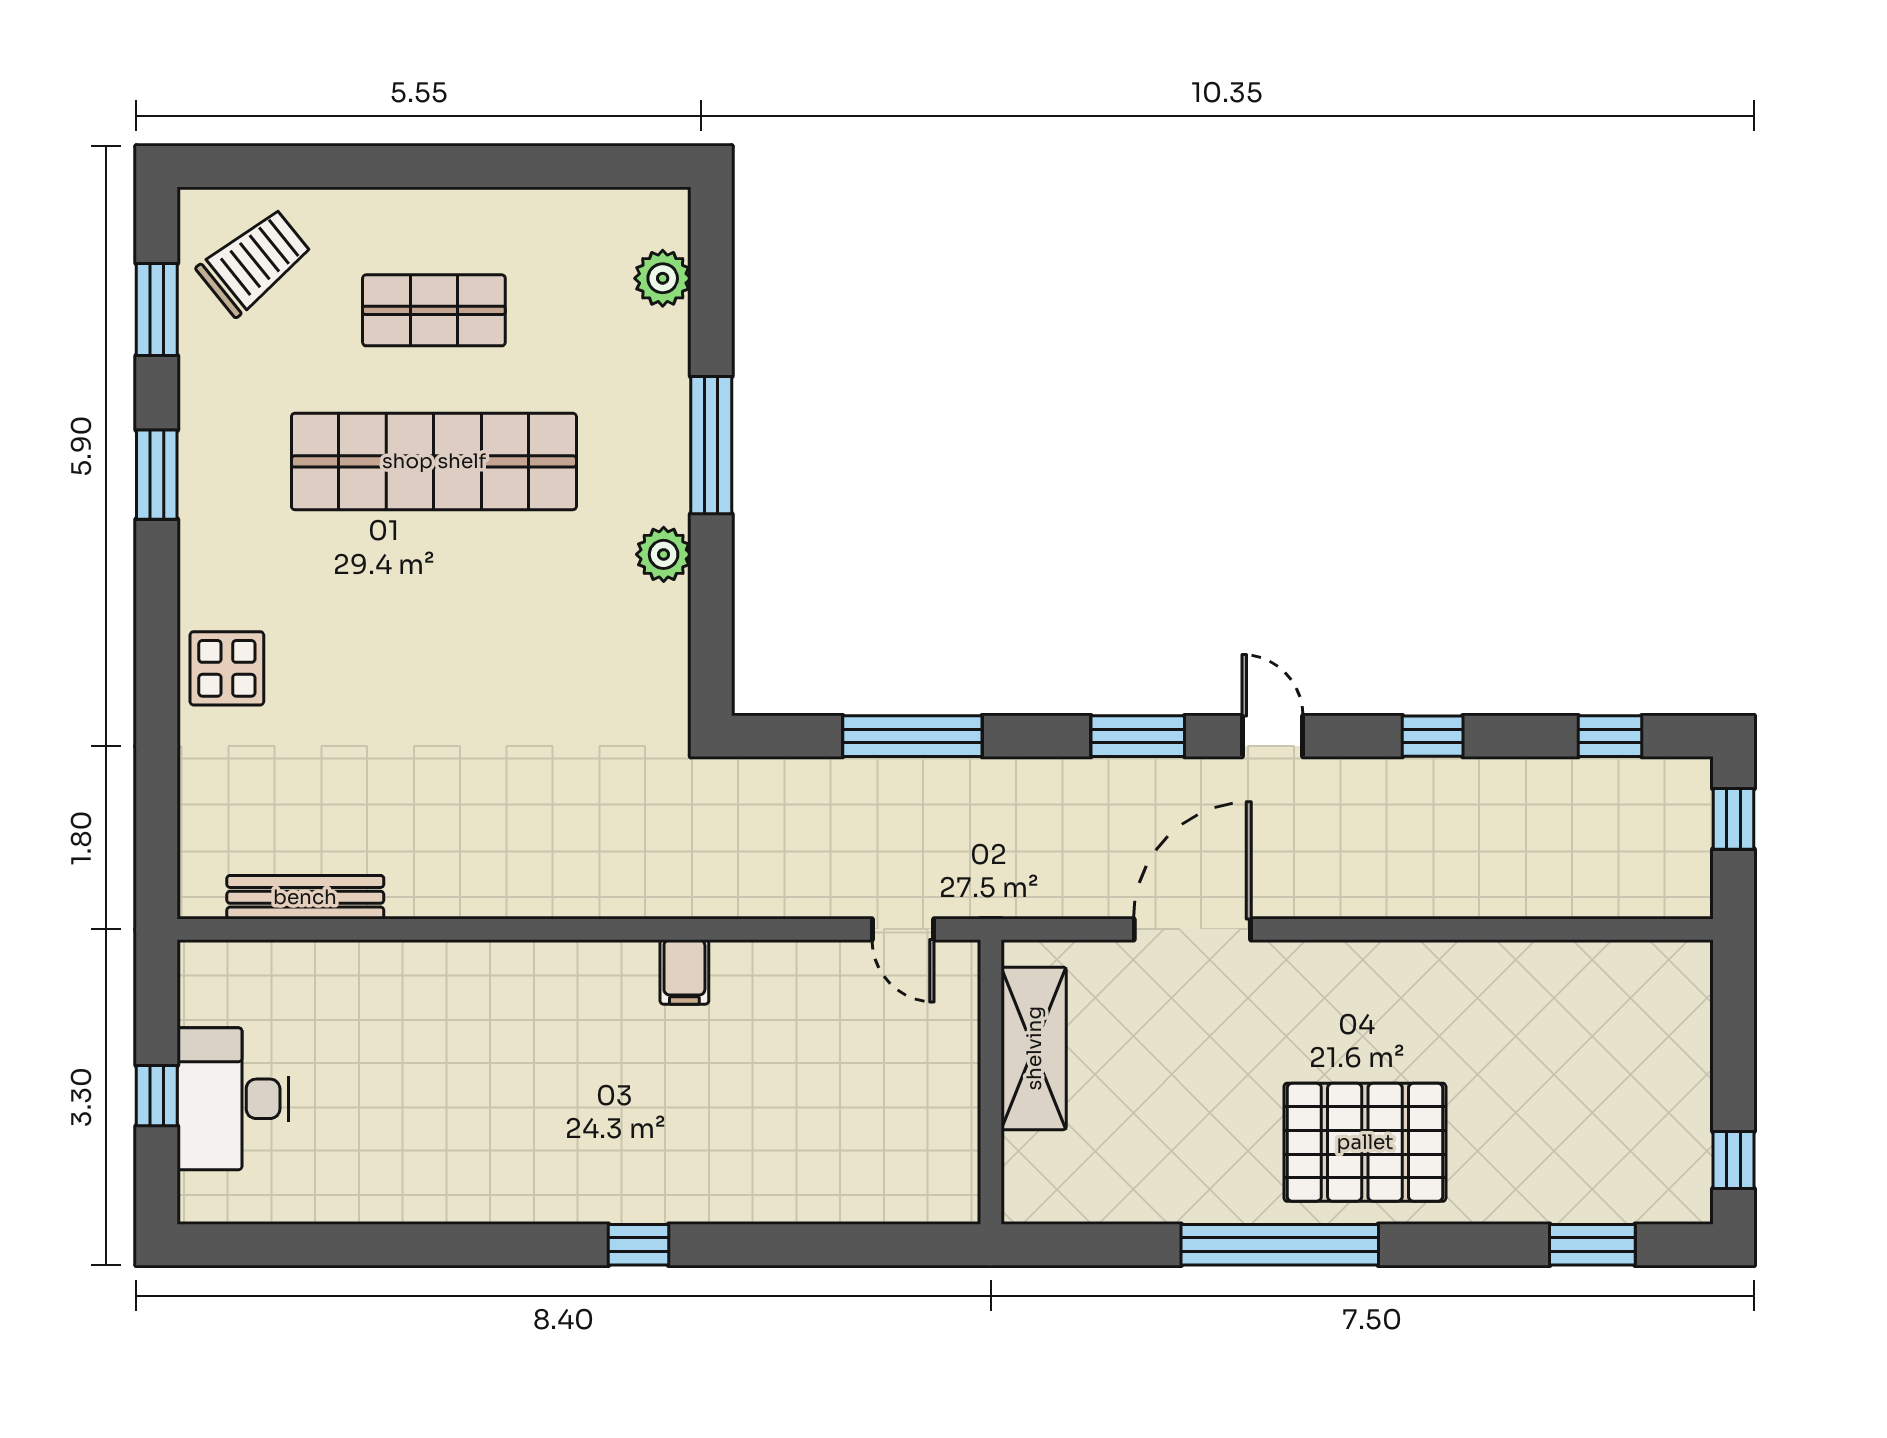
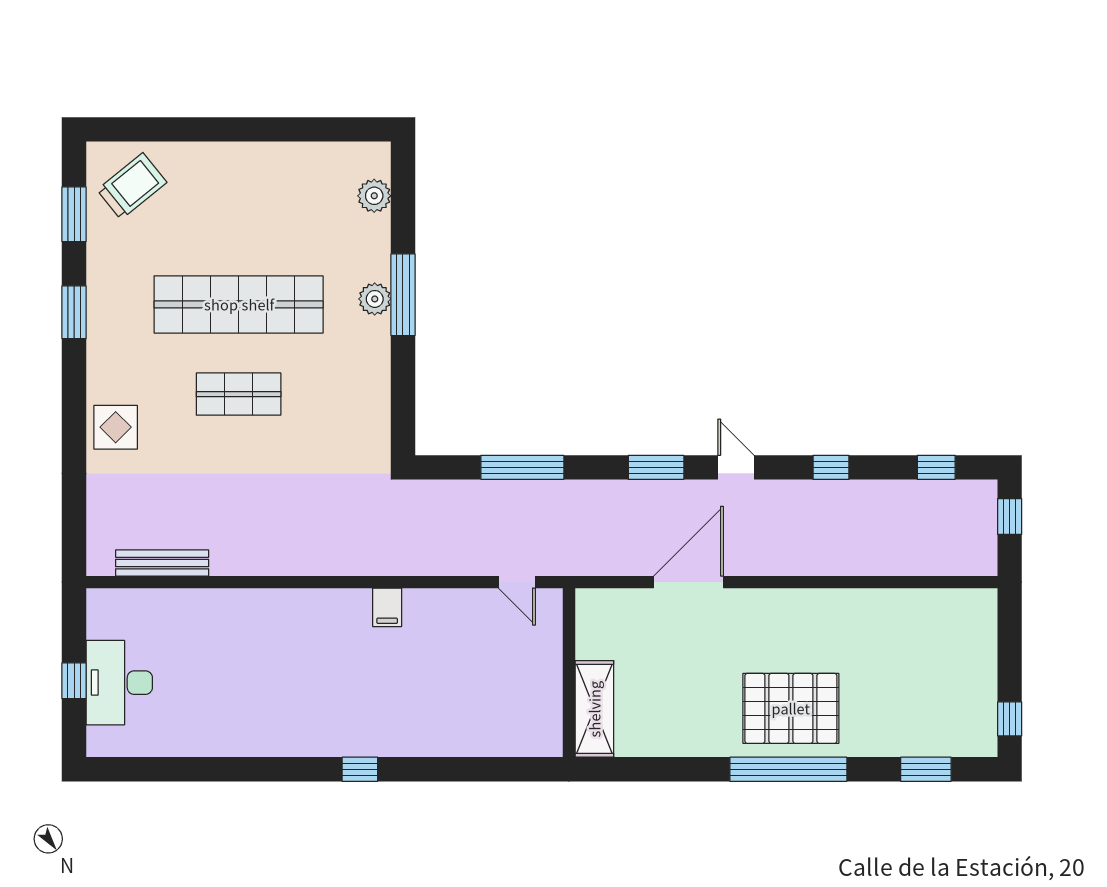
shop shelf: (434, 310) -> (239, 394), moved
plant: (664, 554) -> (375, 299), moved
shelving: (1034, 1048) -> (594, 709), moved
window: (1280, 1245) -> (788, 769), moved

